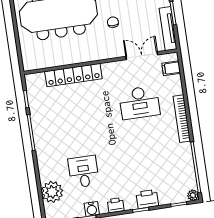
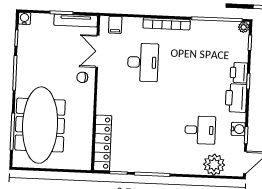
chair: (113, 22) -> (82, 77), moved
locker: (73, 75) -> (103, 143), moved
desk: (84, 172) -> (200, 130), turned 180
printer: (116, 205) -> (236, 98), width x1.87, depth x1.48

